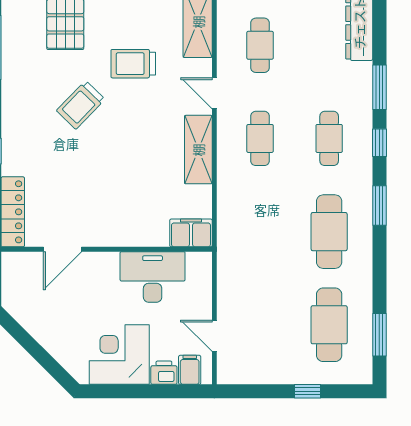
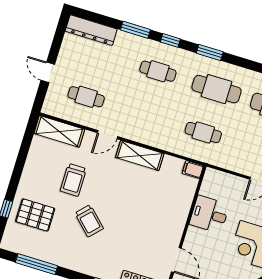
cafe table: (260, 138) -> (203, 133), moved
filing cabinet: (191, 233) -> (193, 170), width x0.50
desk: (153, 277) -> (209, 214), width x0.73

